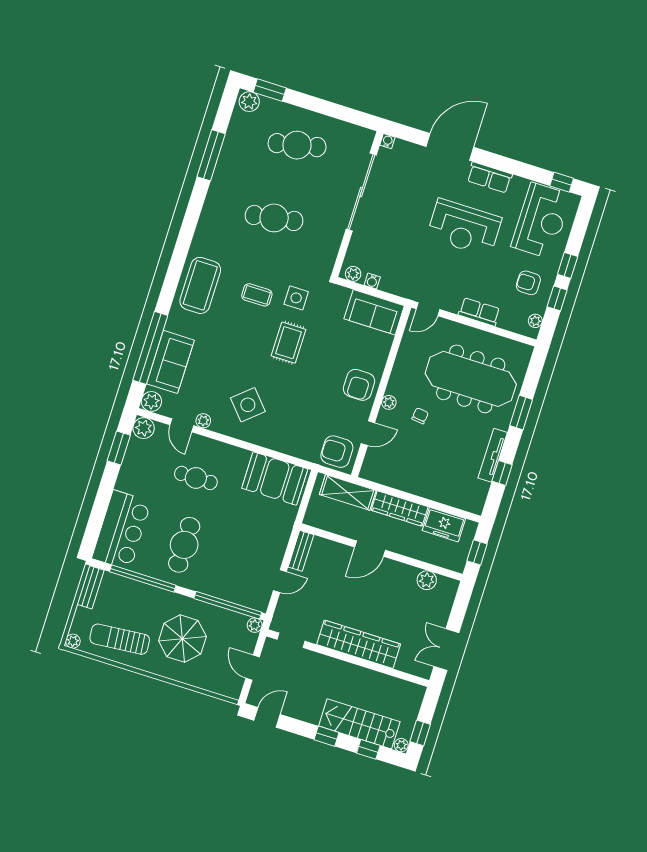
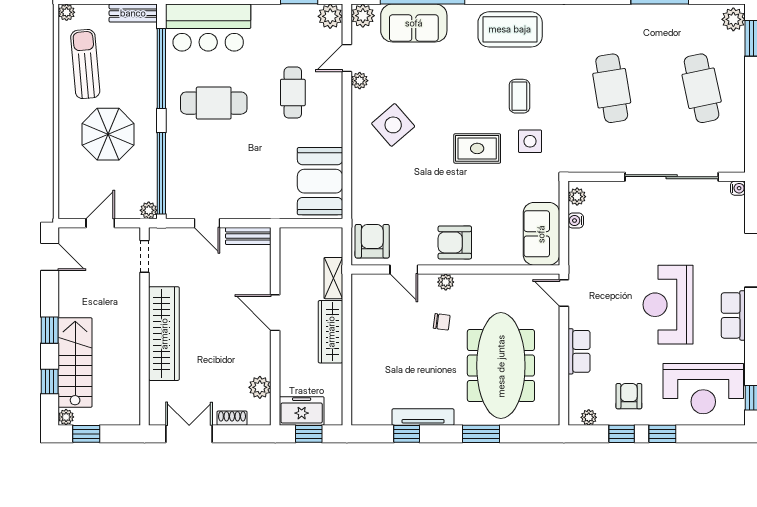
shelving: (348, 492) -> (333, 278), width x0.67, depth x0.75
freezer: (444, 525) -> (302, 411), moved, turned 90
shoe rack: (445, 611) -> (232, 418), added

